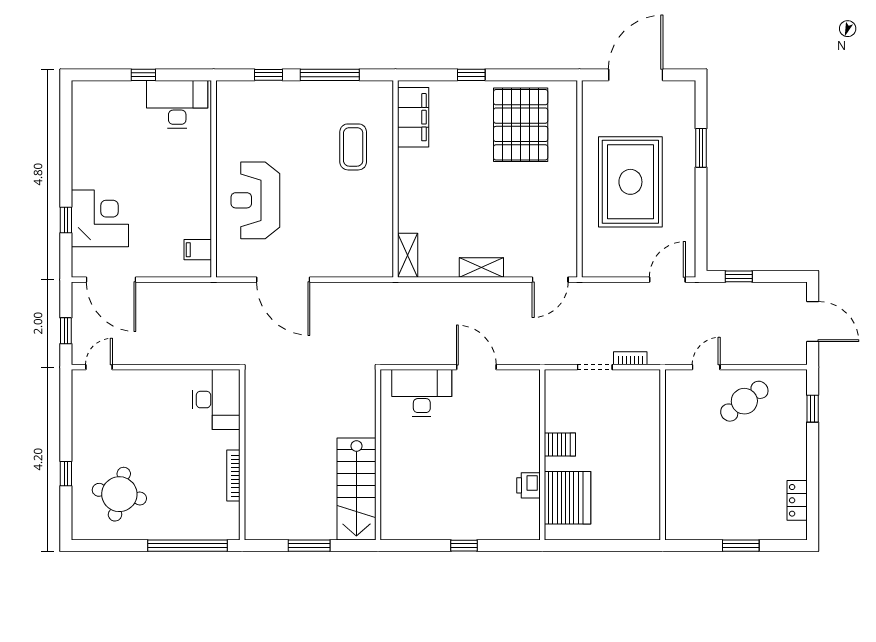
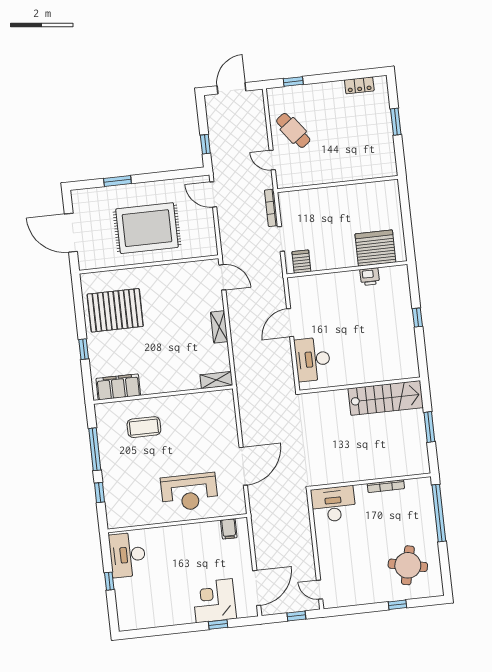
bookcase: (630, 358) -> (271, 208), width x1.56
server rack: (560, 444) -> (301, 262), moved

